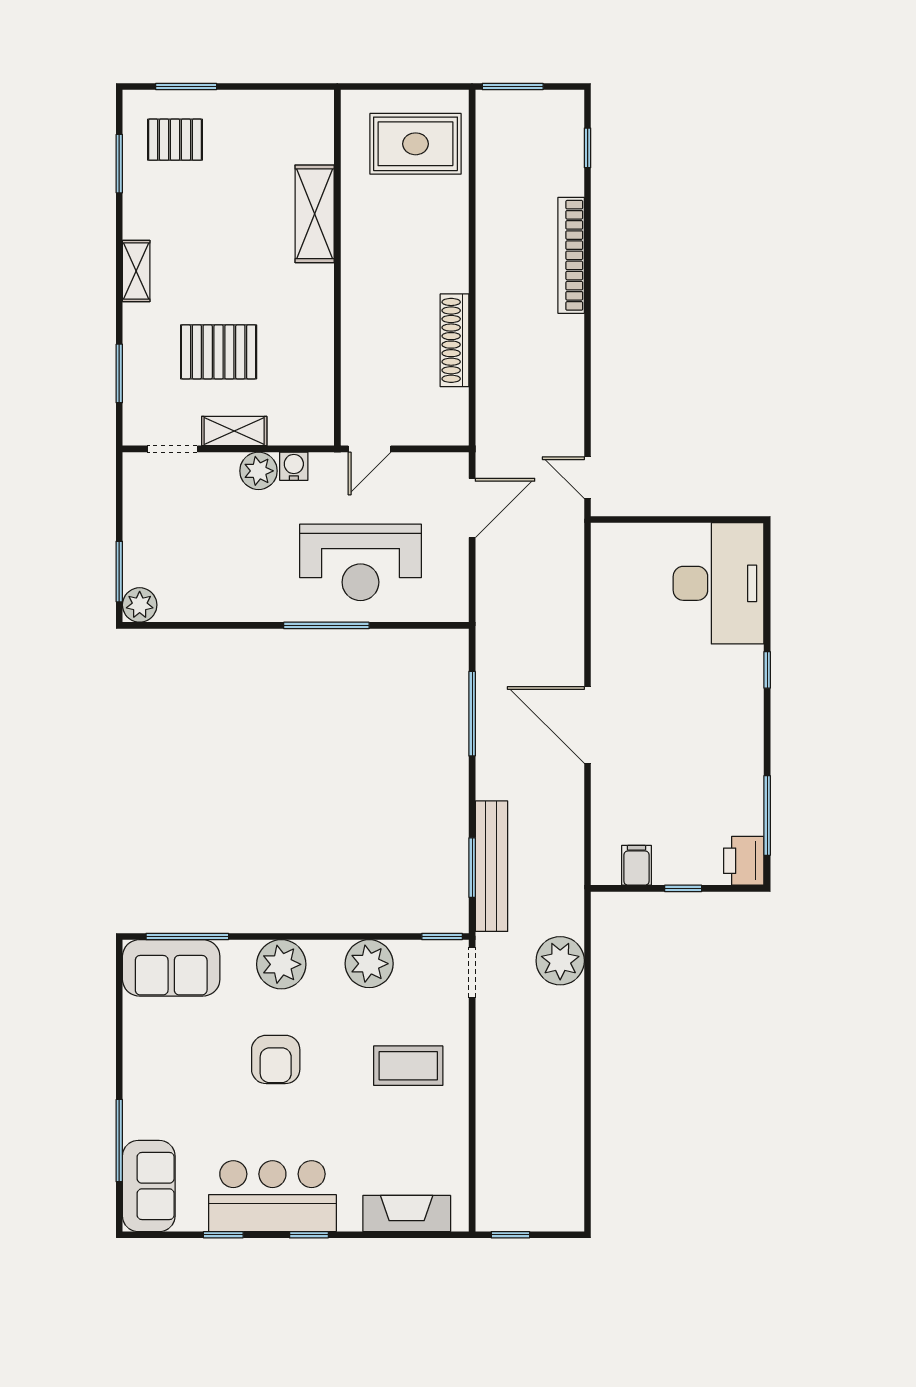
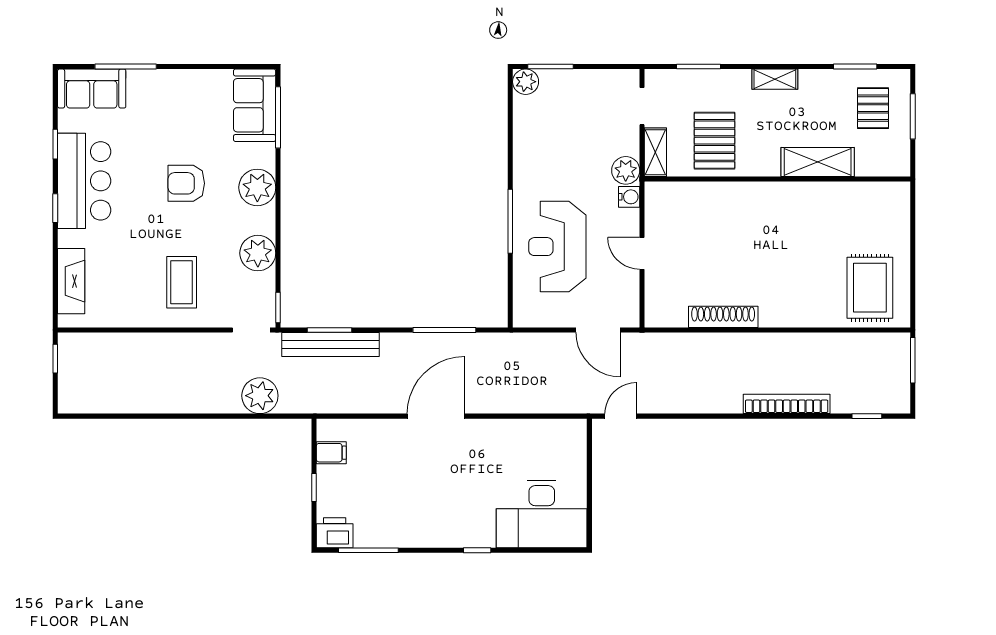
shelving: (315, 214) -> (818, 162), moved
wall: (337, 268) -> (777, 179), moved

